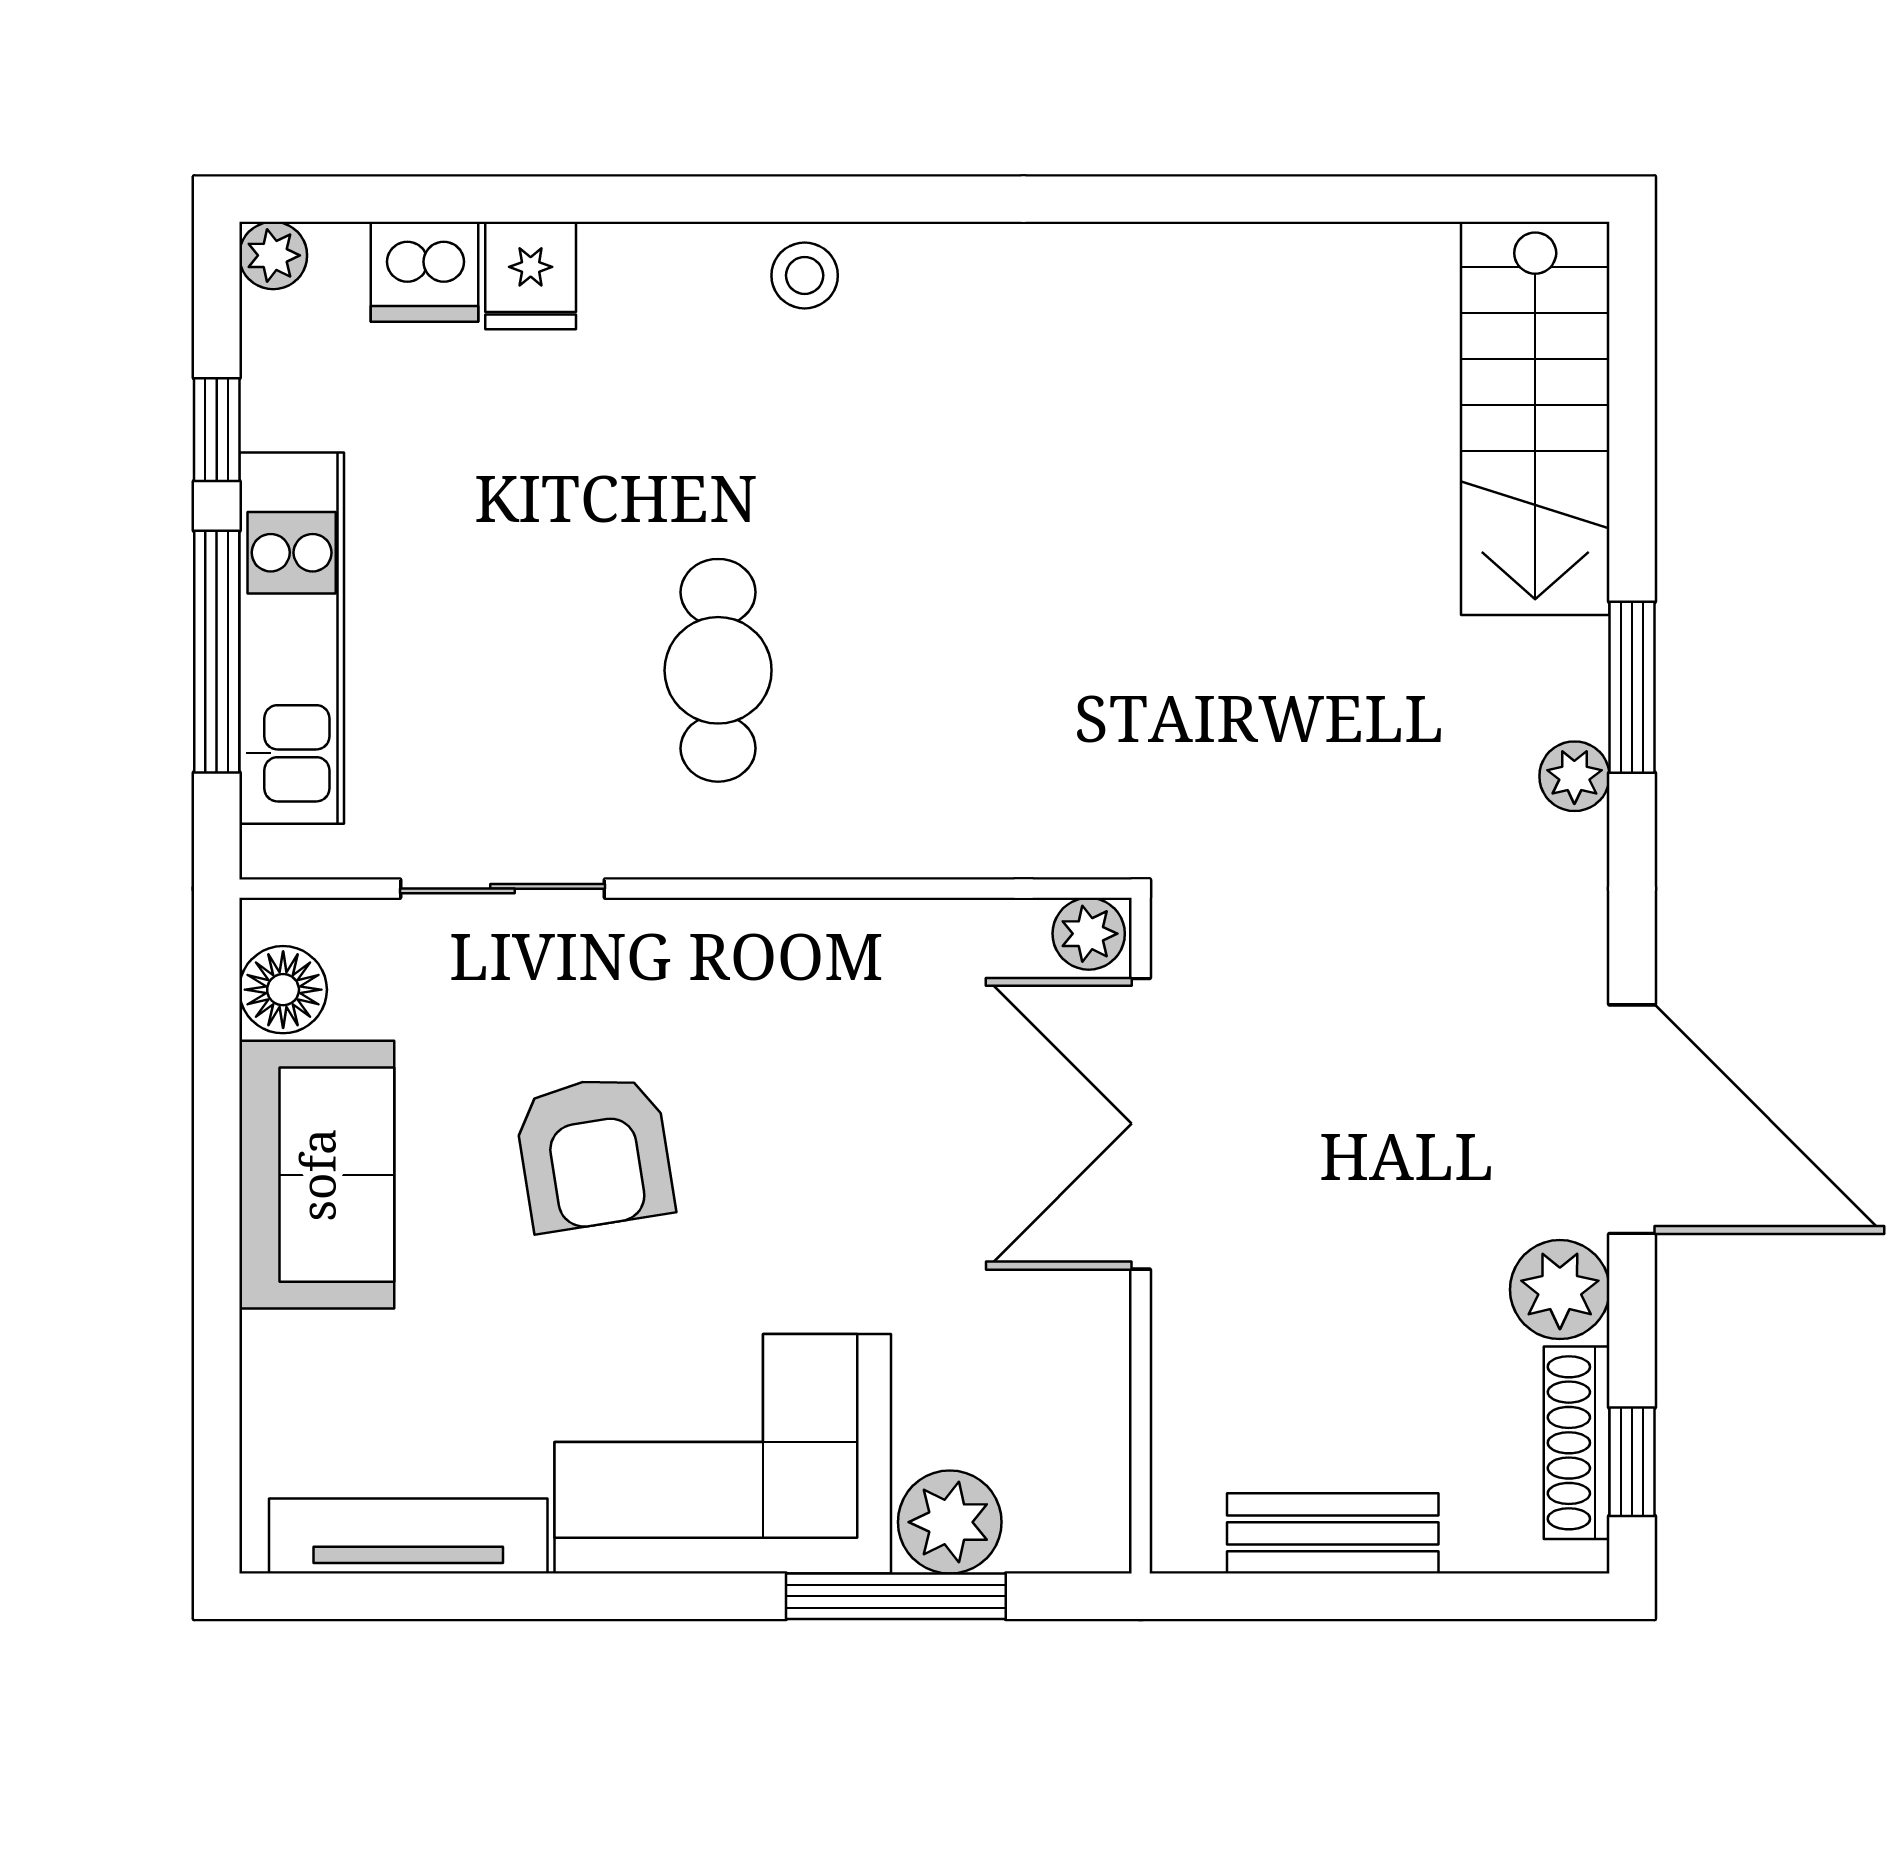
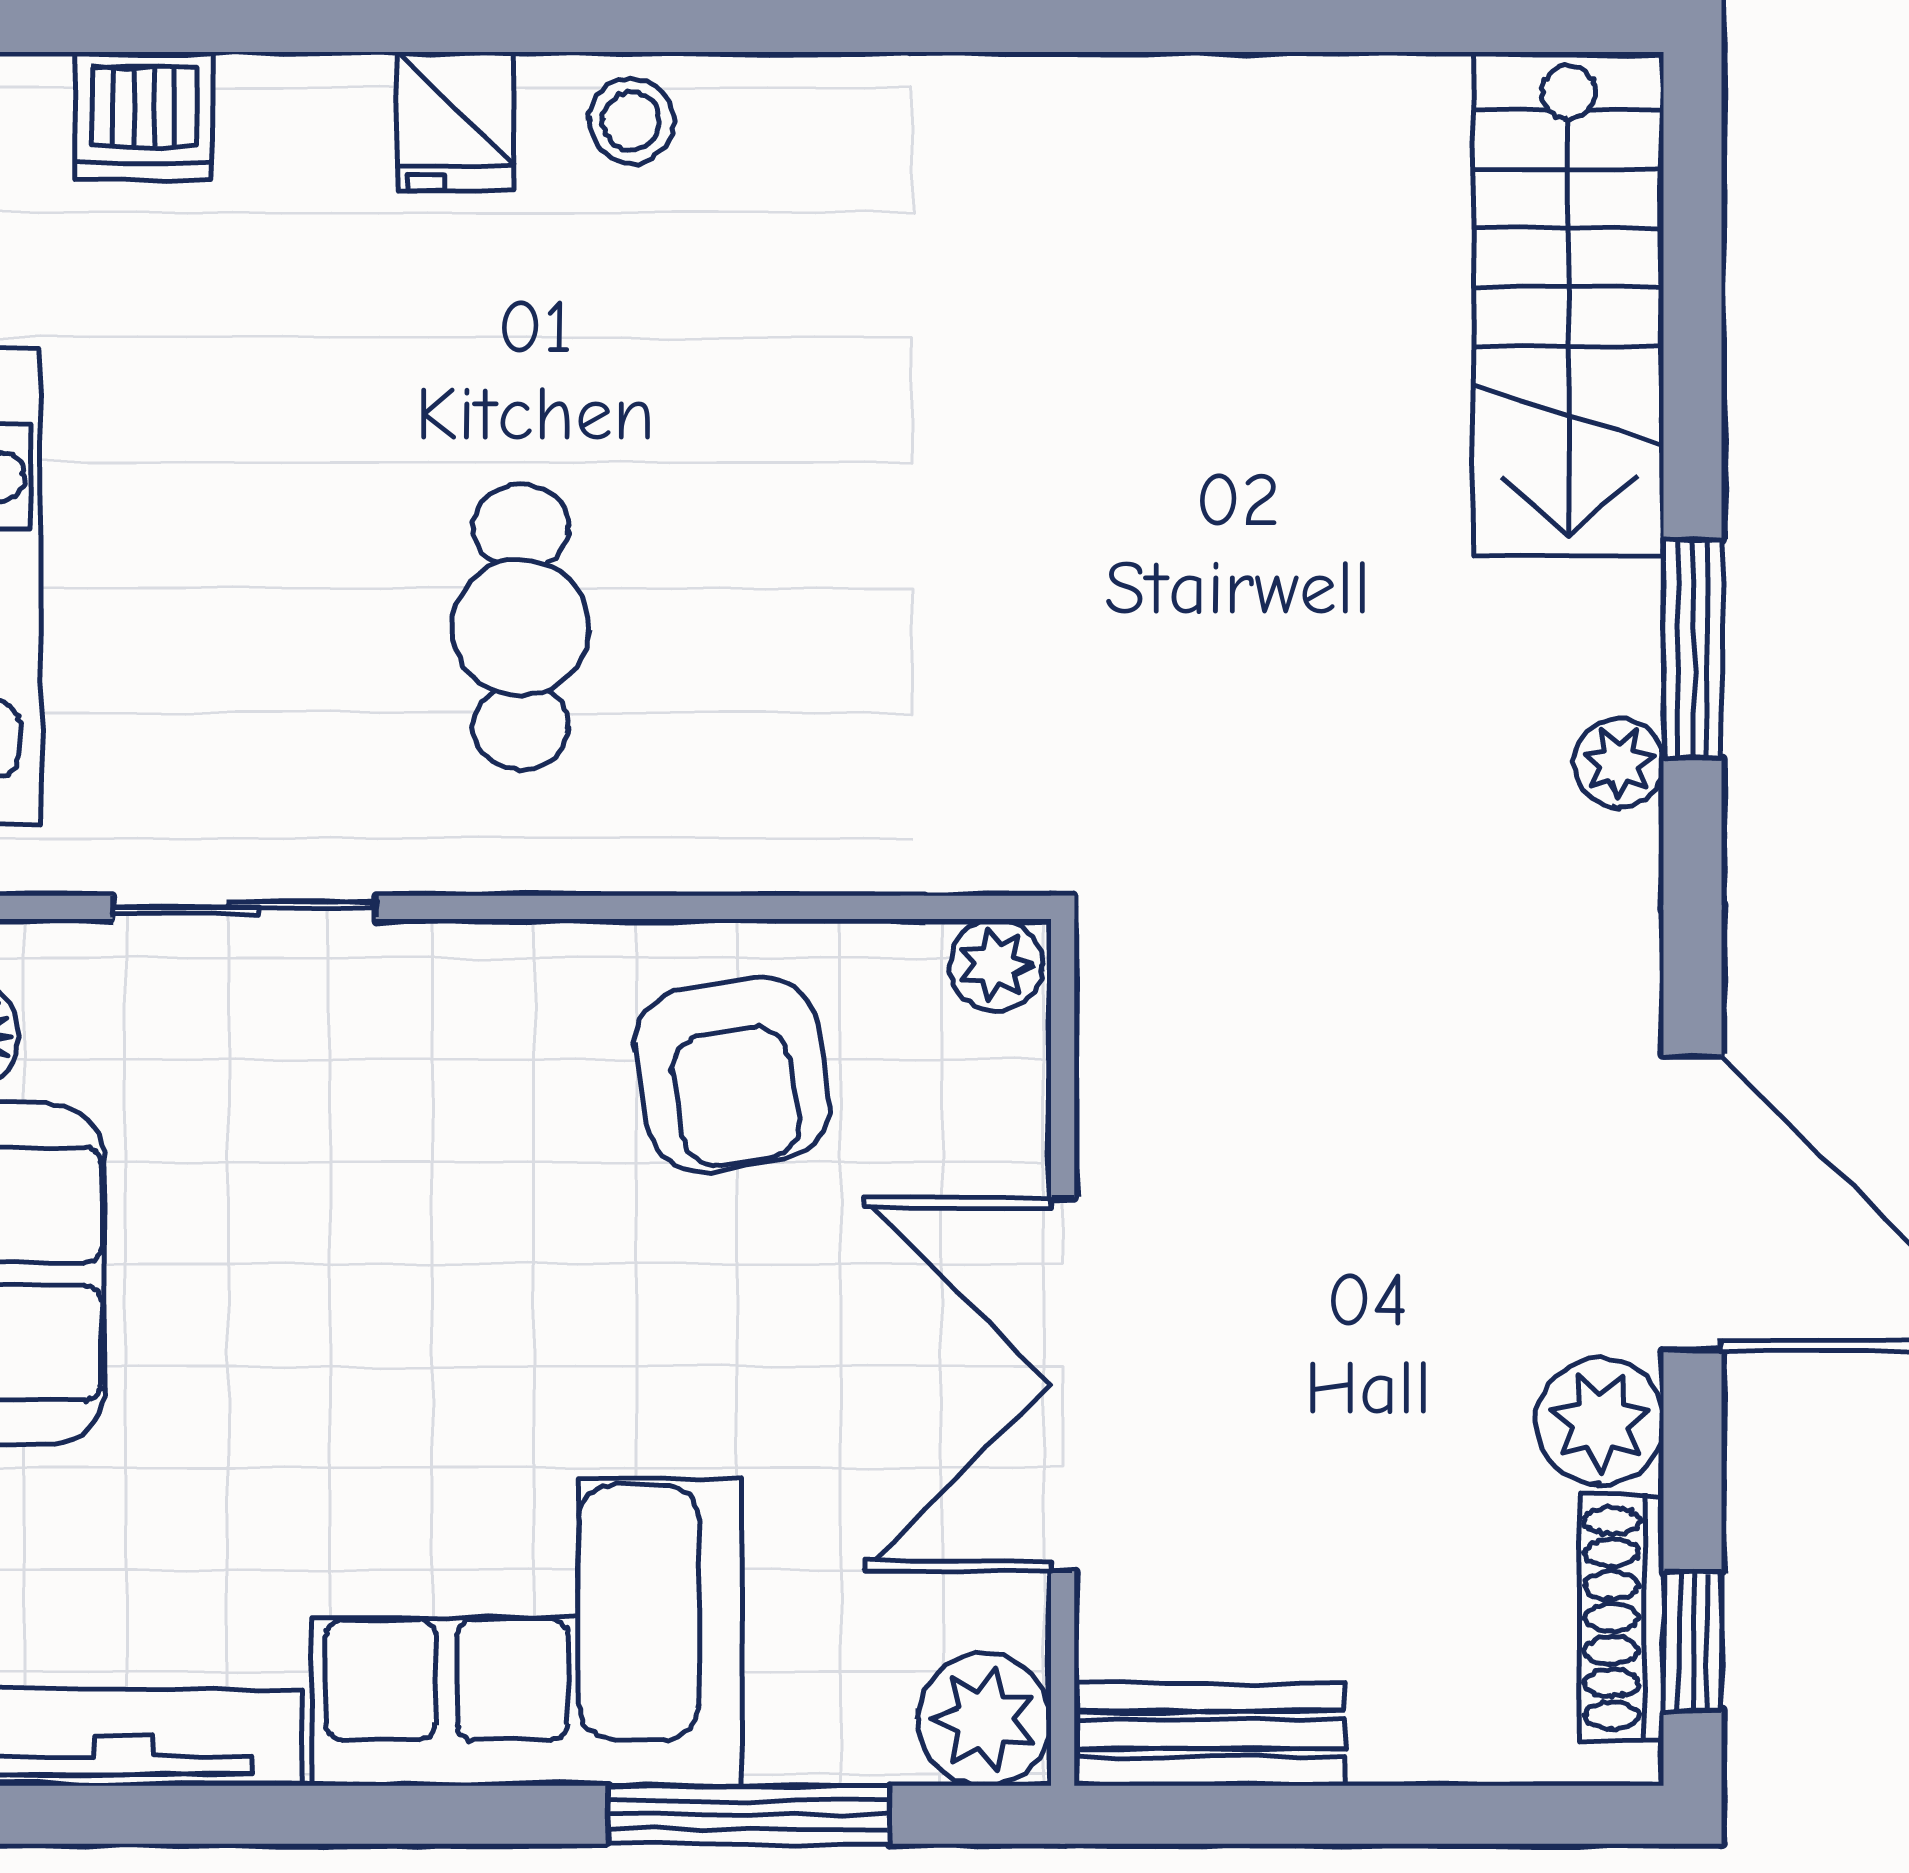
fridge: (531, 276) -> (456, 121), moved
double door: (1141, 1124) -> (1063, 1384), moved
armchair: (594, 1153) -> (732, 1075), moved
plant: (950, 1522) -> (985, 1720), moved
bench: (1333, 1533) -> (1209, 1734), moved

